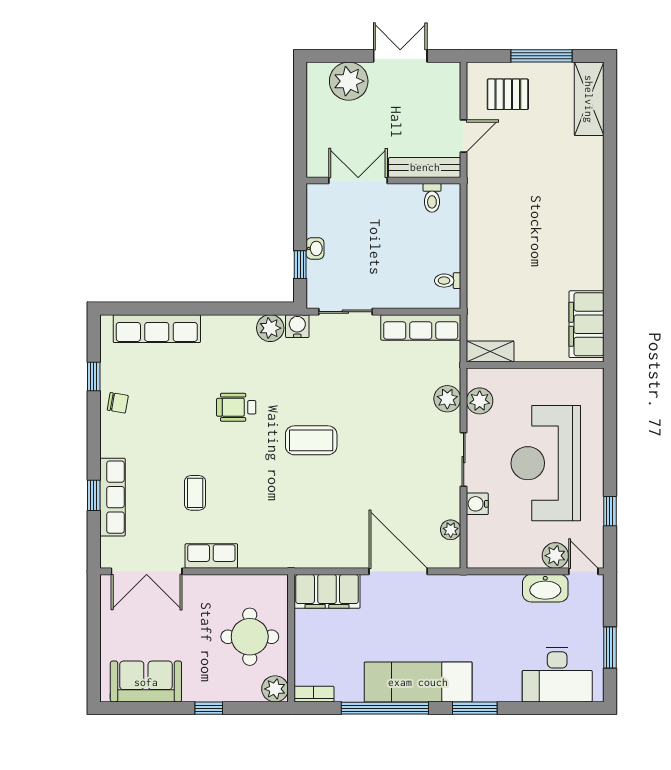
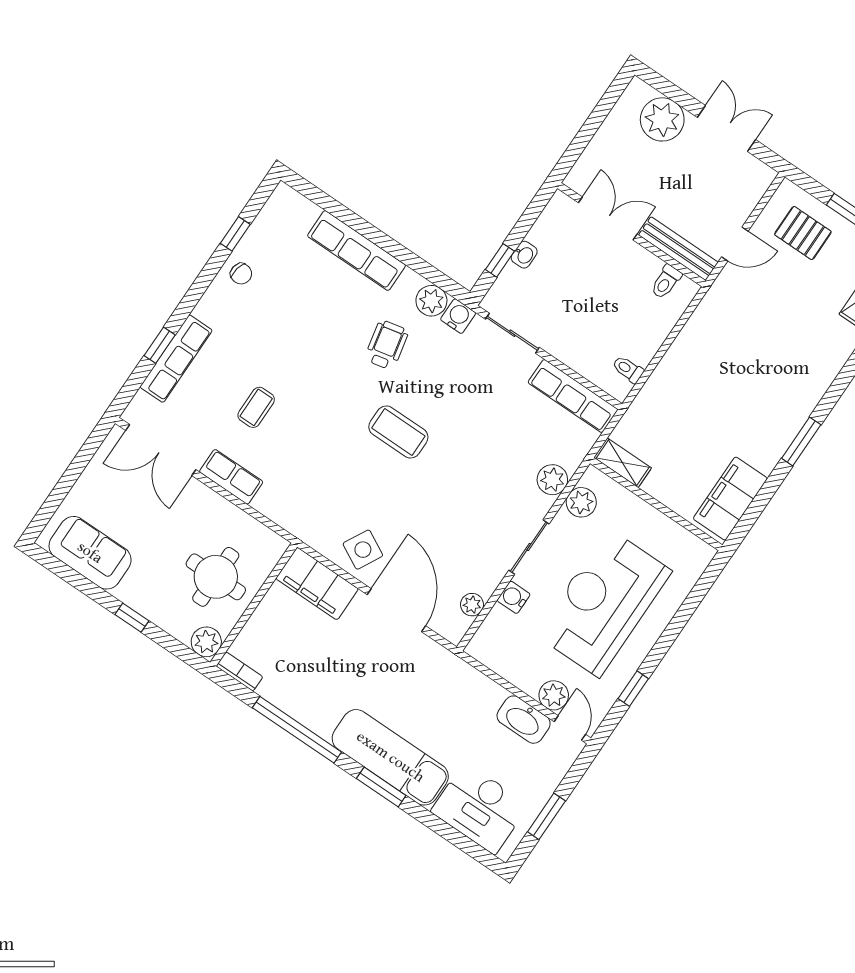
window: (610, 247) -> (801, 441), added
row of seats: (157, 329) -> (356, 251), moved
wheelchair: (236, 407) -> (386, 345), moved, turned 78
side table: (344, 544) -> (363, 550), added
exam couch: (418, 682) -> (390, 757), moved

